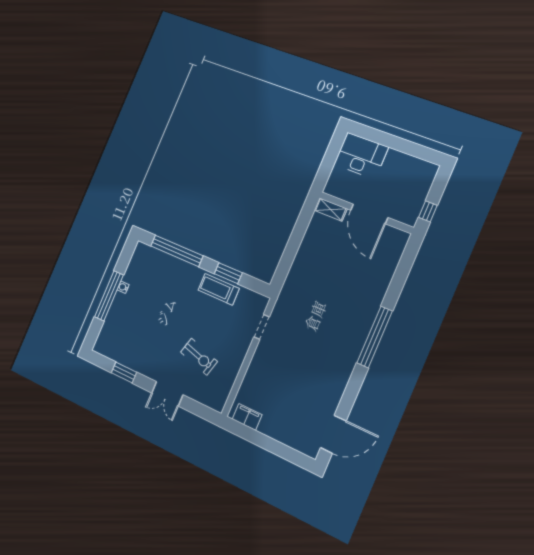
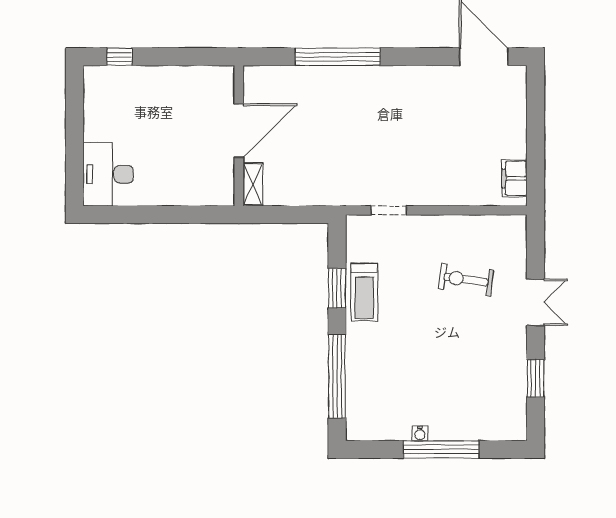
shelving: (331, 209) -> (253, 184), moved
window: (428, 211) -> (119, 57), moved
wall: (366, 213) -> (239, 136), moved
door: (369, 214) -> (239, 131), moved
exercise bike: (199, 357) -> (466, 280), turned -98

